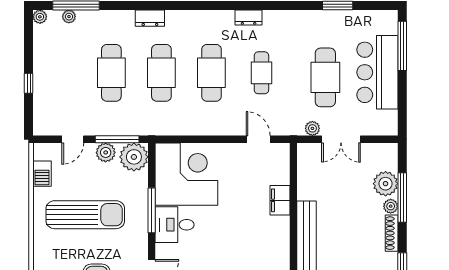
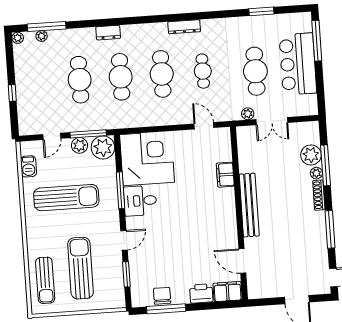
dresser: (249, 17) -> (184, 27), width x1.44

